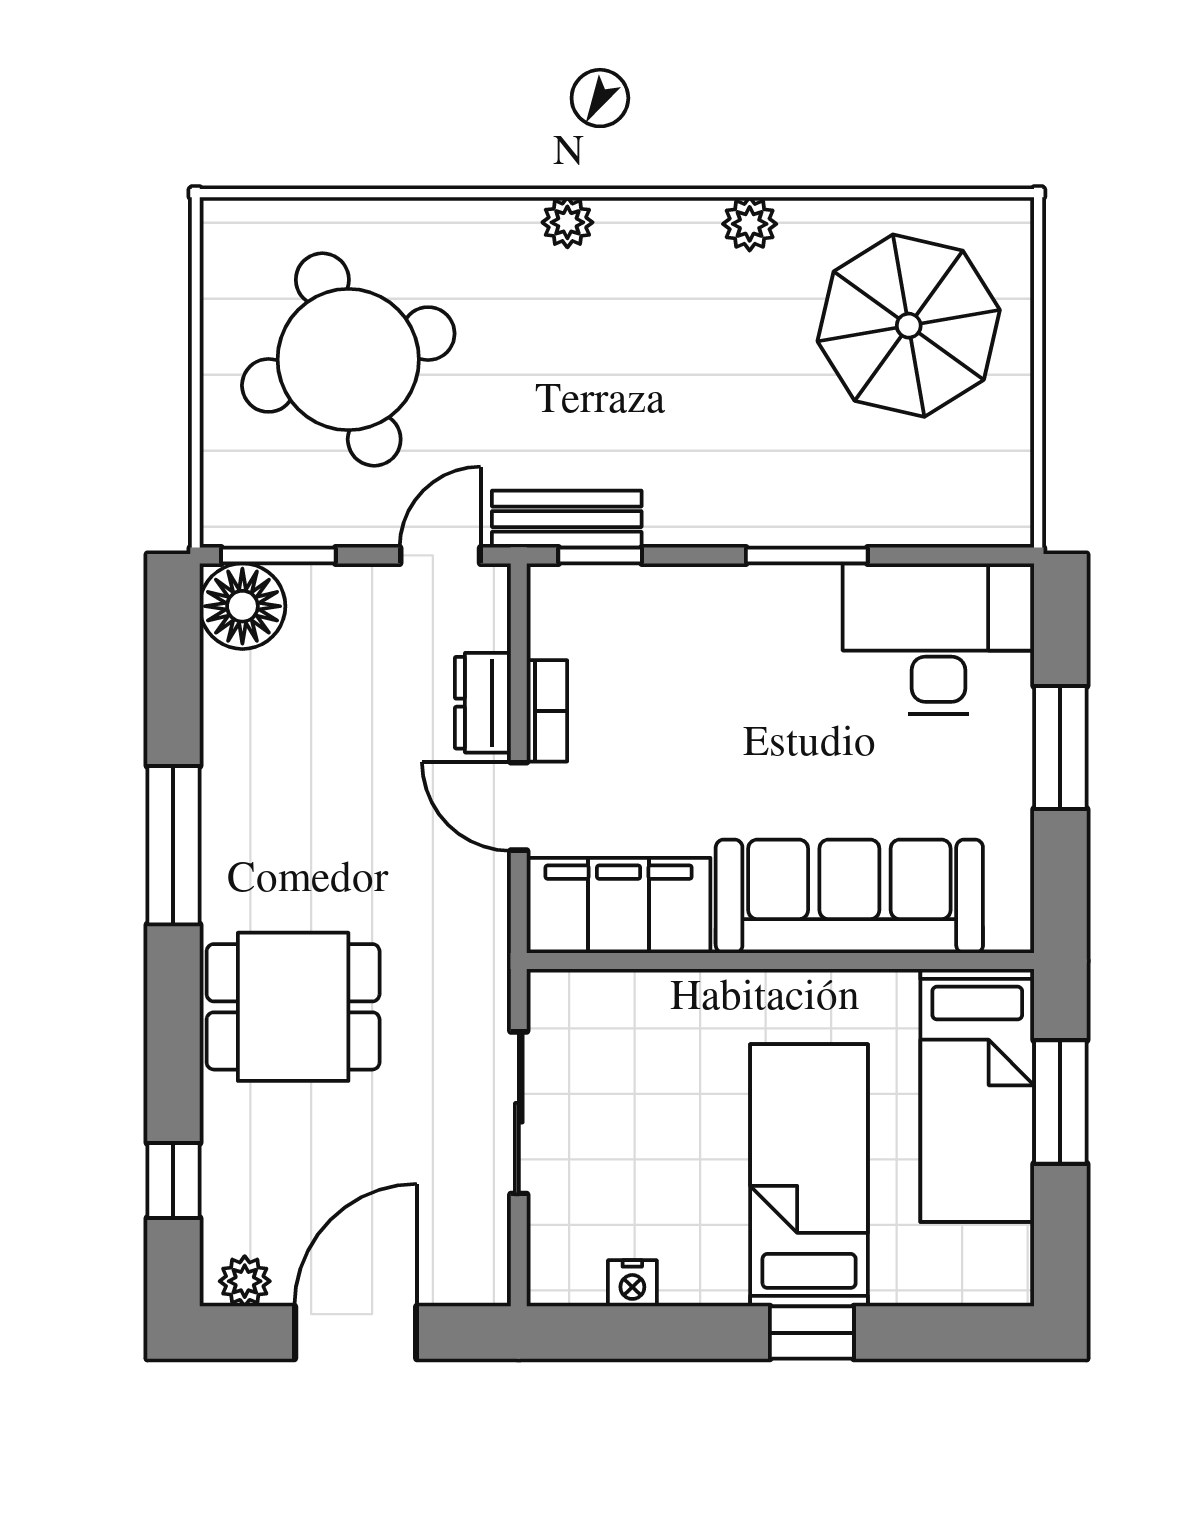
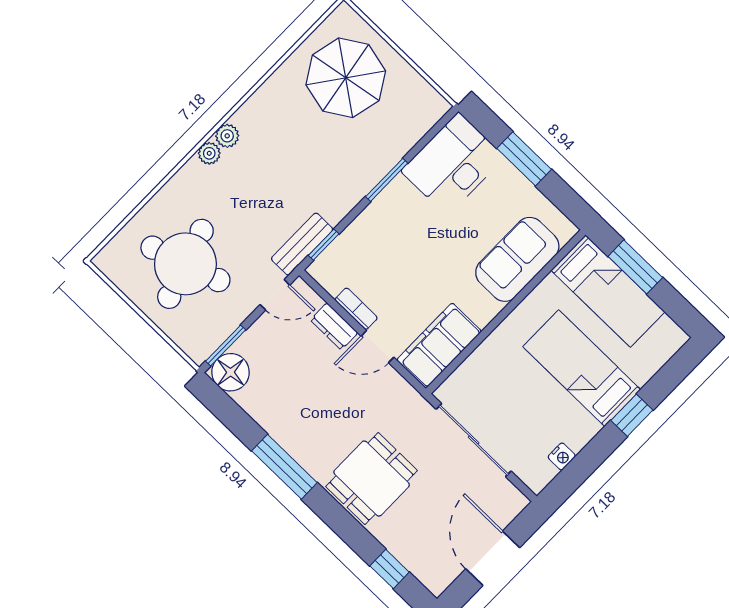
plant: (750, 224) -> (227, 136), moved
door: (440, 555) -> (275, 295), swing flipped
sofa: (849, 896) -> (517, 259), width x0.73
sliding door: (519, 1113) -> (474, 440), width x1.37
plant: (245, 1281) -> (443, 577), removed

